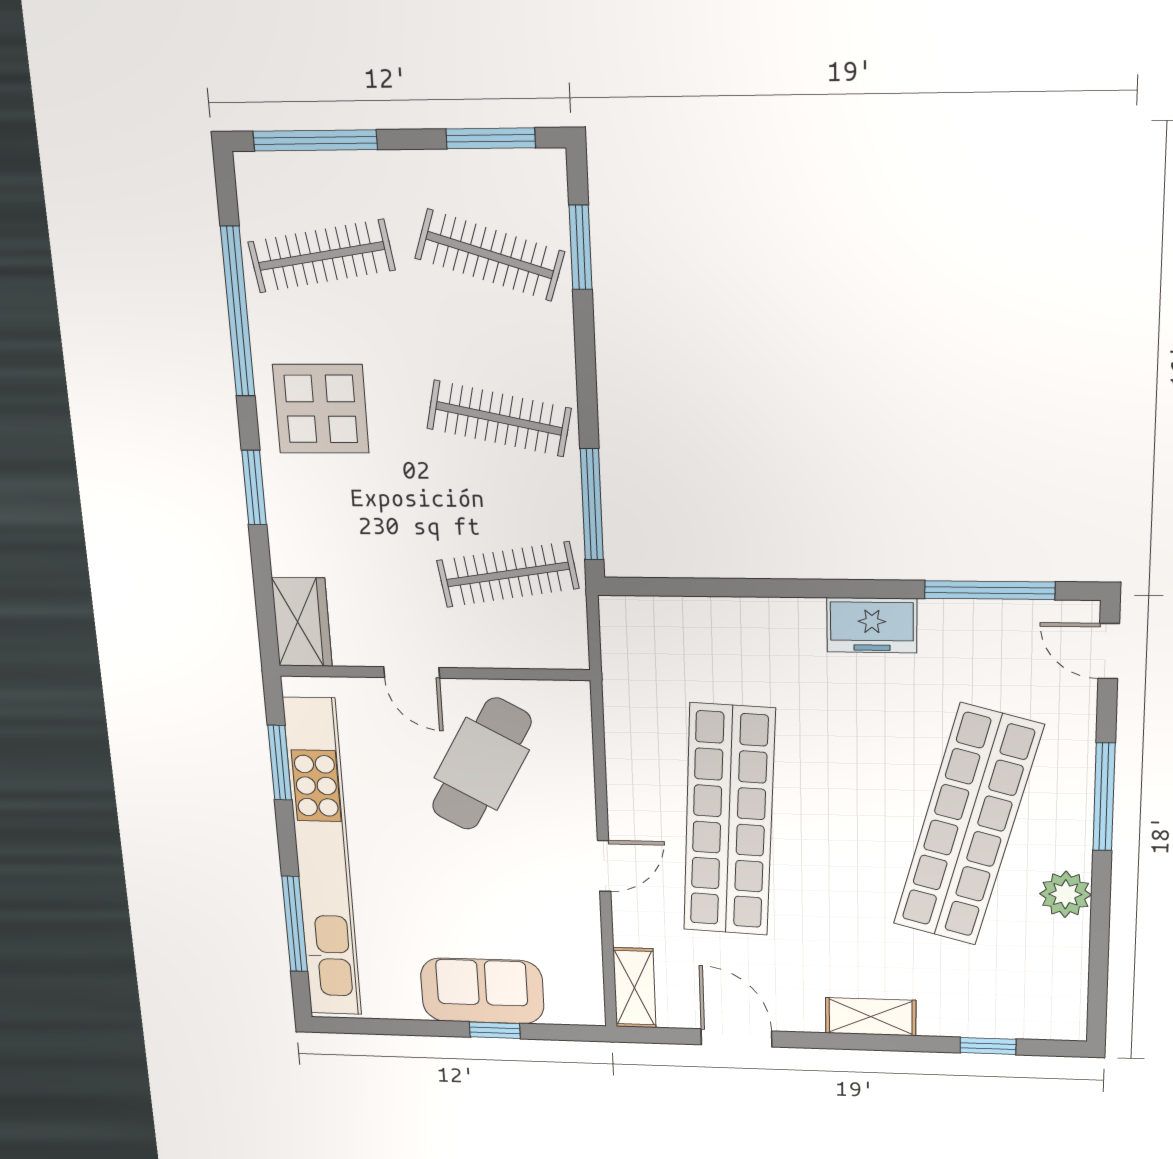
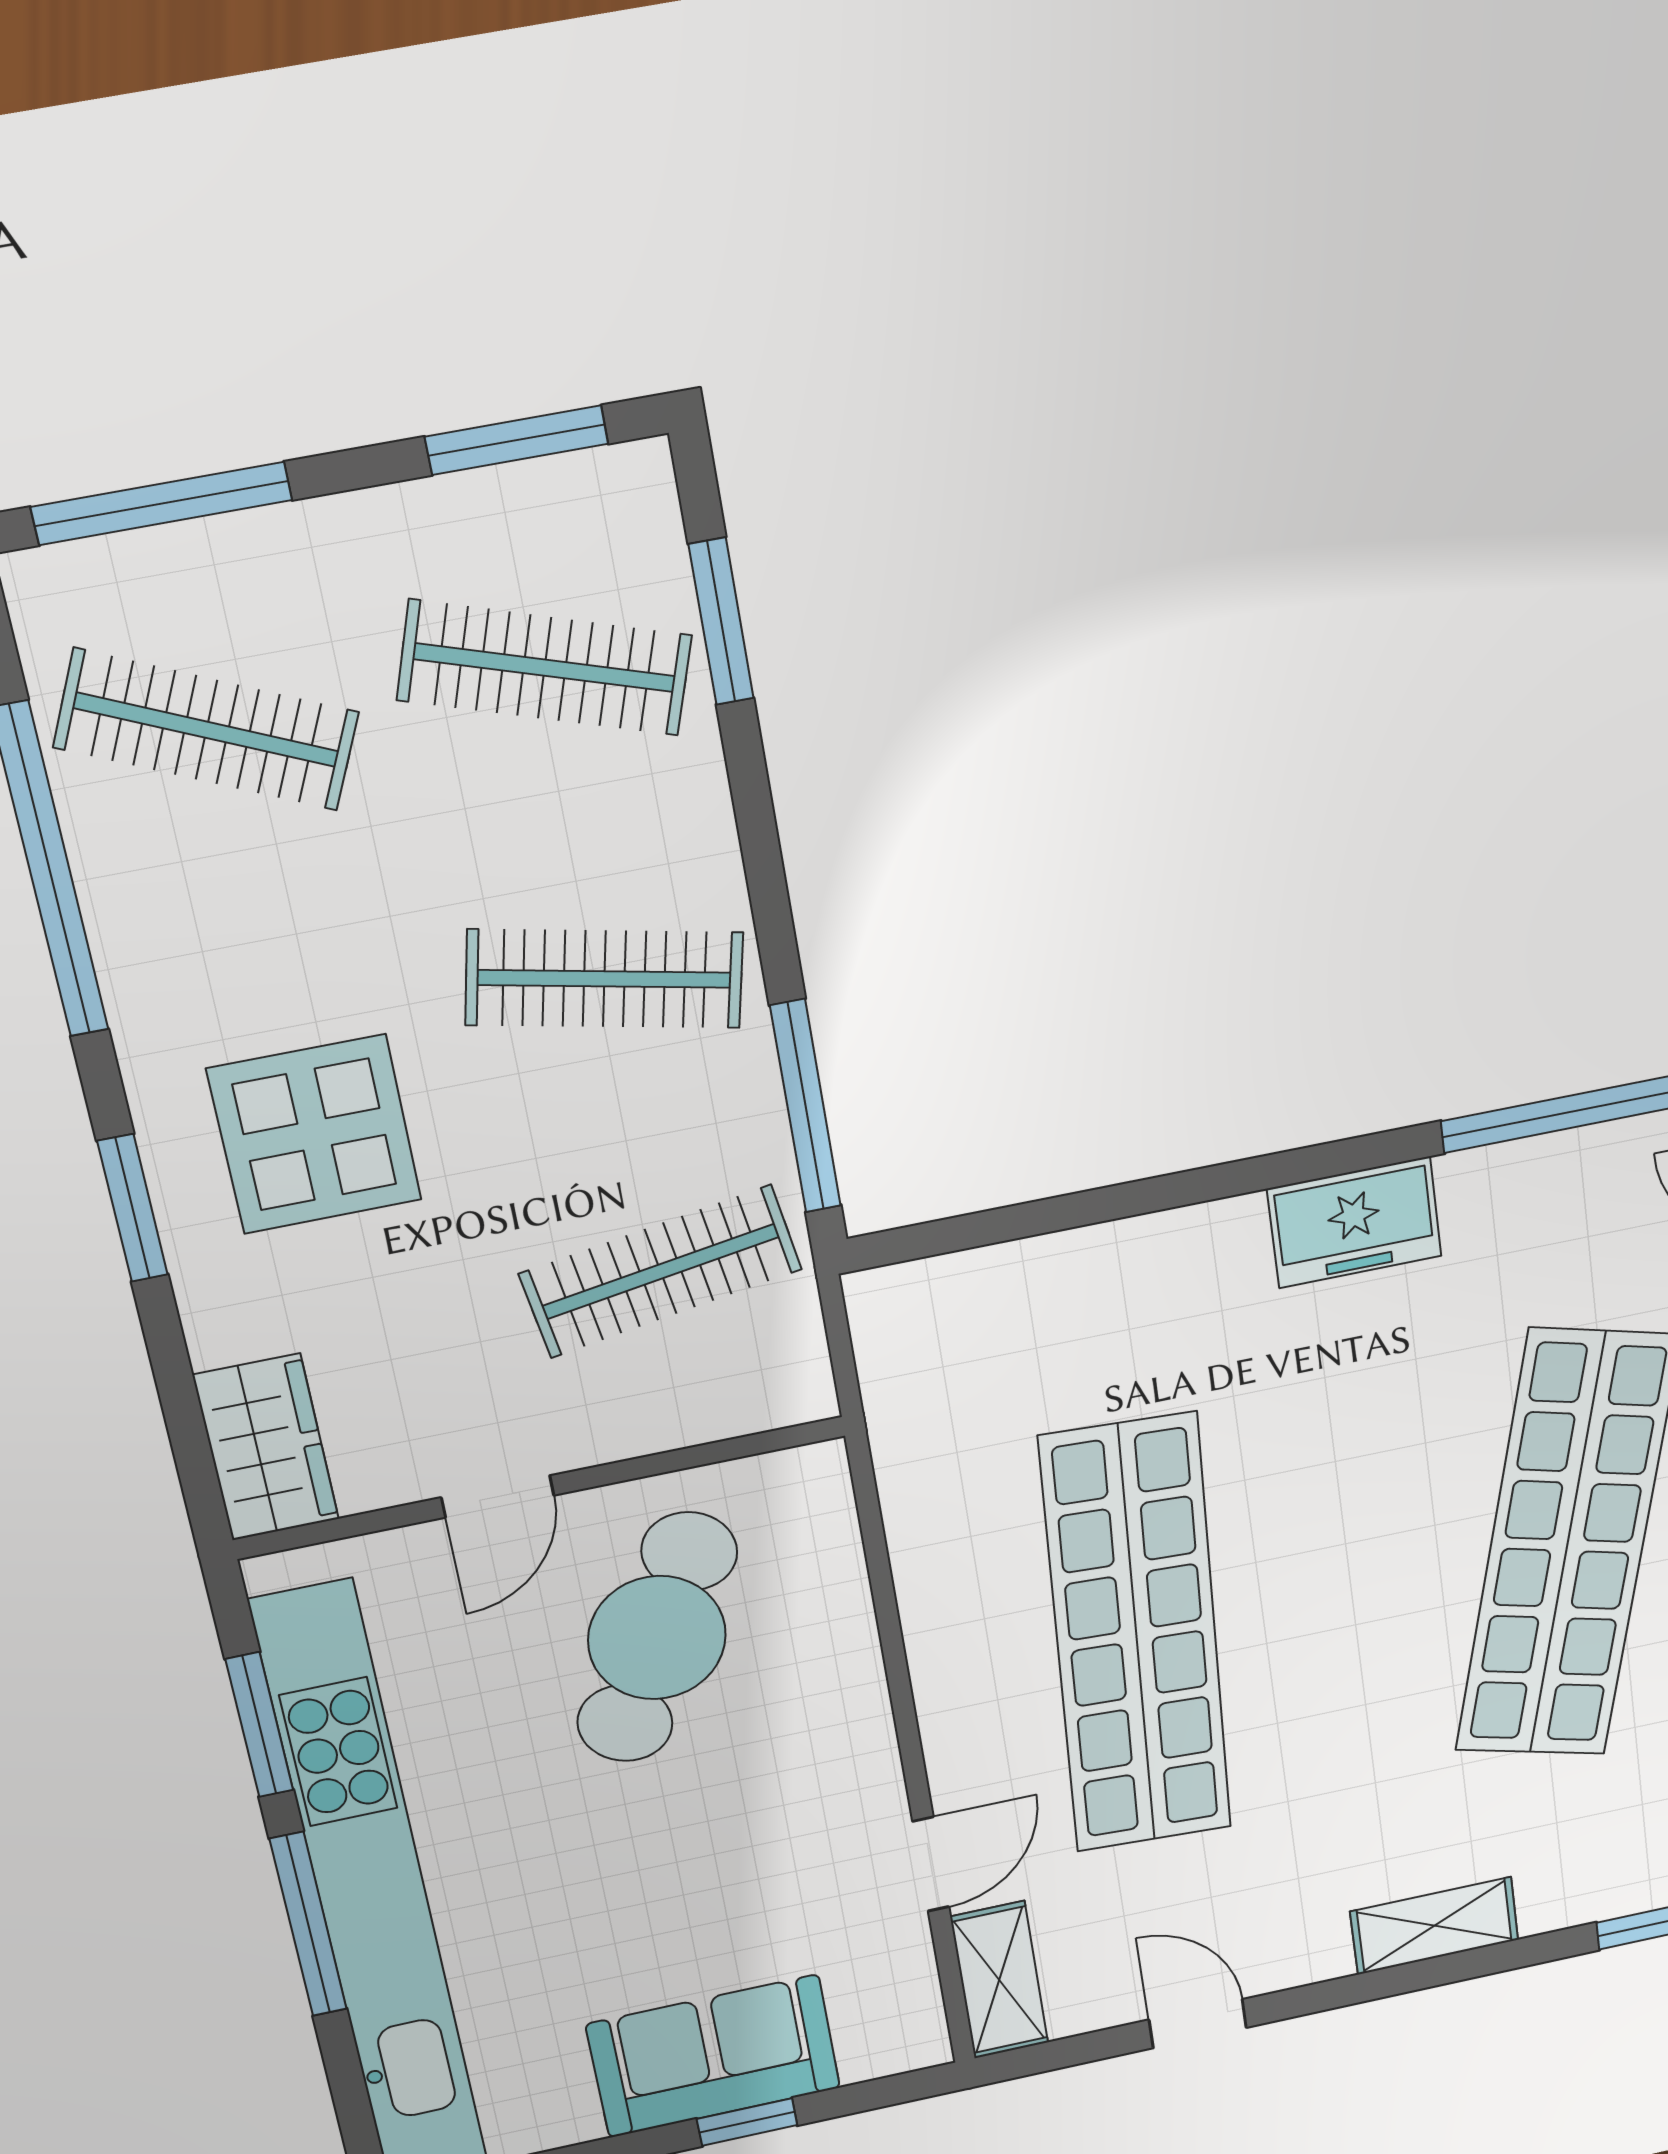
clothes rail: (321, 256) -> (207, 730), turned 33
display table: (321, 409) -> (315, 1134), moved
door: (412, 673) -> (498, 1496), hinge flipped
door: (604, 866) -> (931, 1864), moved
window: (295, 924) -> (308, 1924), moved
door: (736, 1038) -> (1198, 2024), width x0.73

